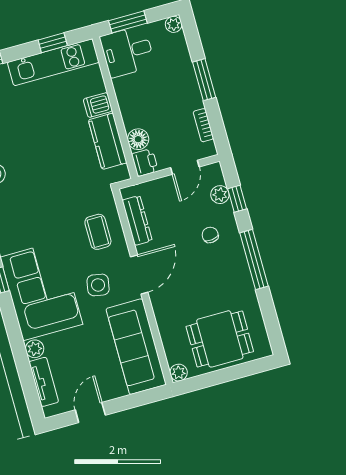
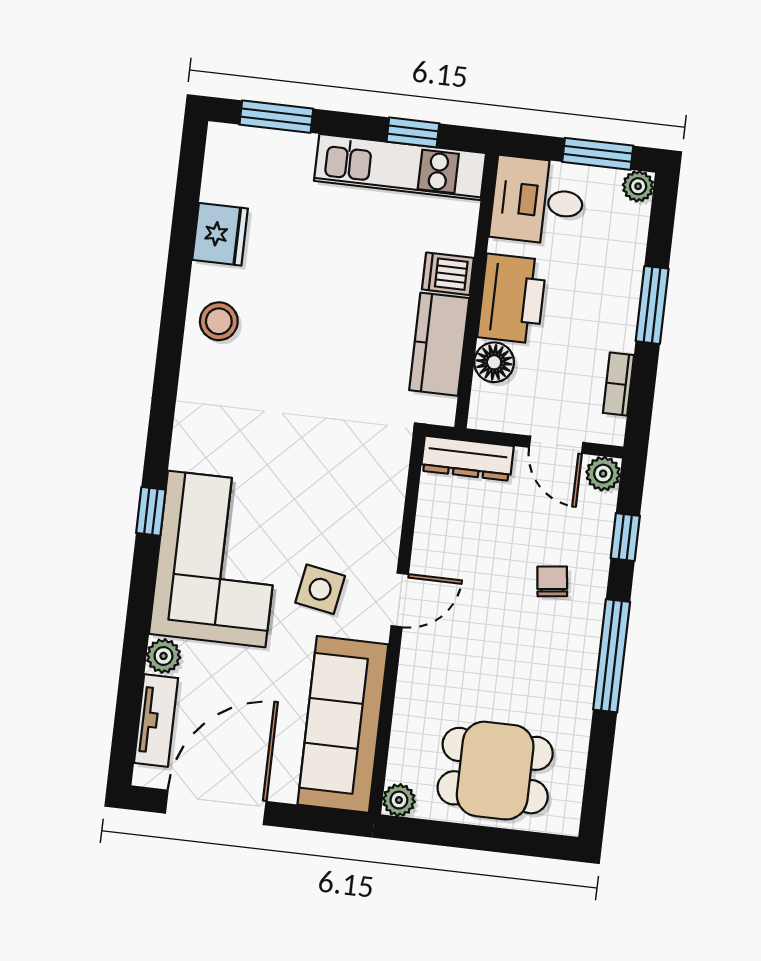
window: (128, 22) -> (598, 154), moved
printer: (145, 162) -> (512, 299), moved, width x1.87, depth x1.48
door: (185, 167) -> (556, 445), hinge flipped
plant: (220, 195) -> (603, 474), moved
dresser: (137, 220) -> (467, 458), moved, turned 90
coffee table: (98, 232) -> (358, 496), removed
door: (139, 274) -> (400, 600), width x0.73
door: (90, 413) -> (216, 807), width x1.87

